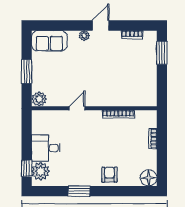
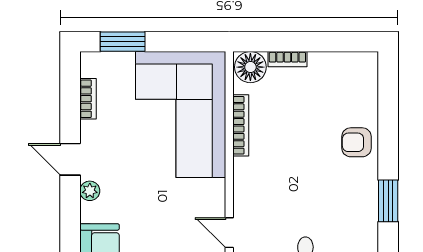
corner sofa: (124, 83) -> (181, 114), added
door: (77, 108) -> (229, 233), moved
floor lamp: (149, 178) -> (250, 67), moved

